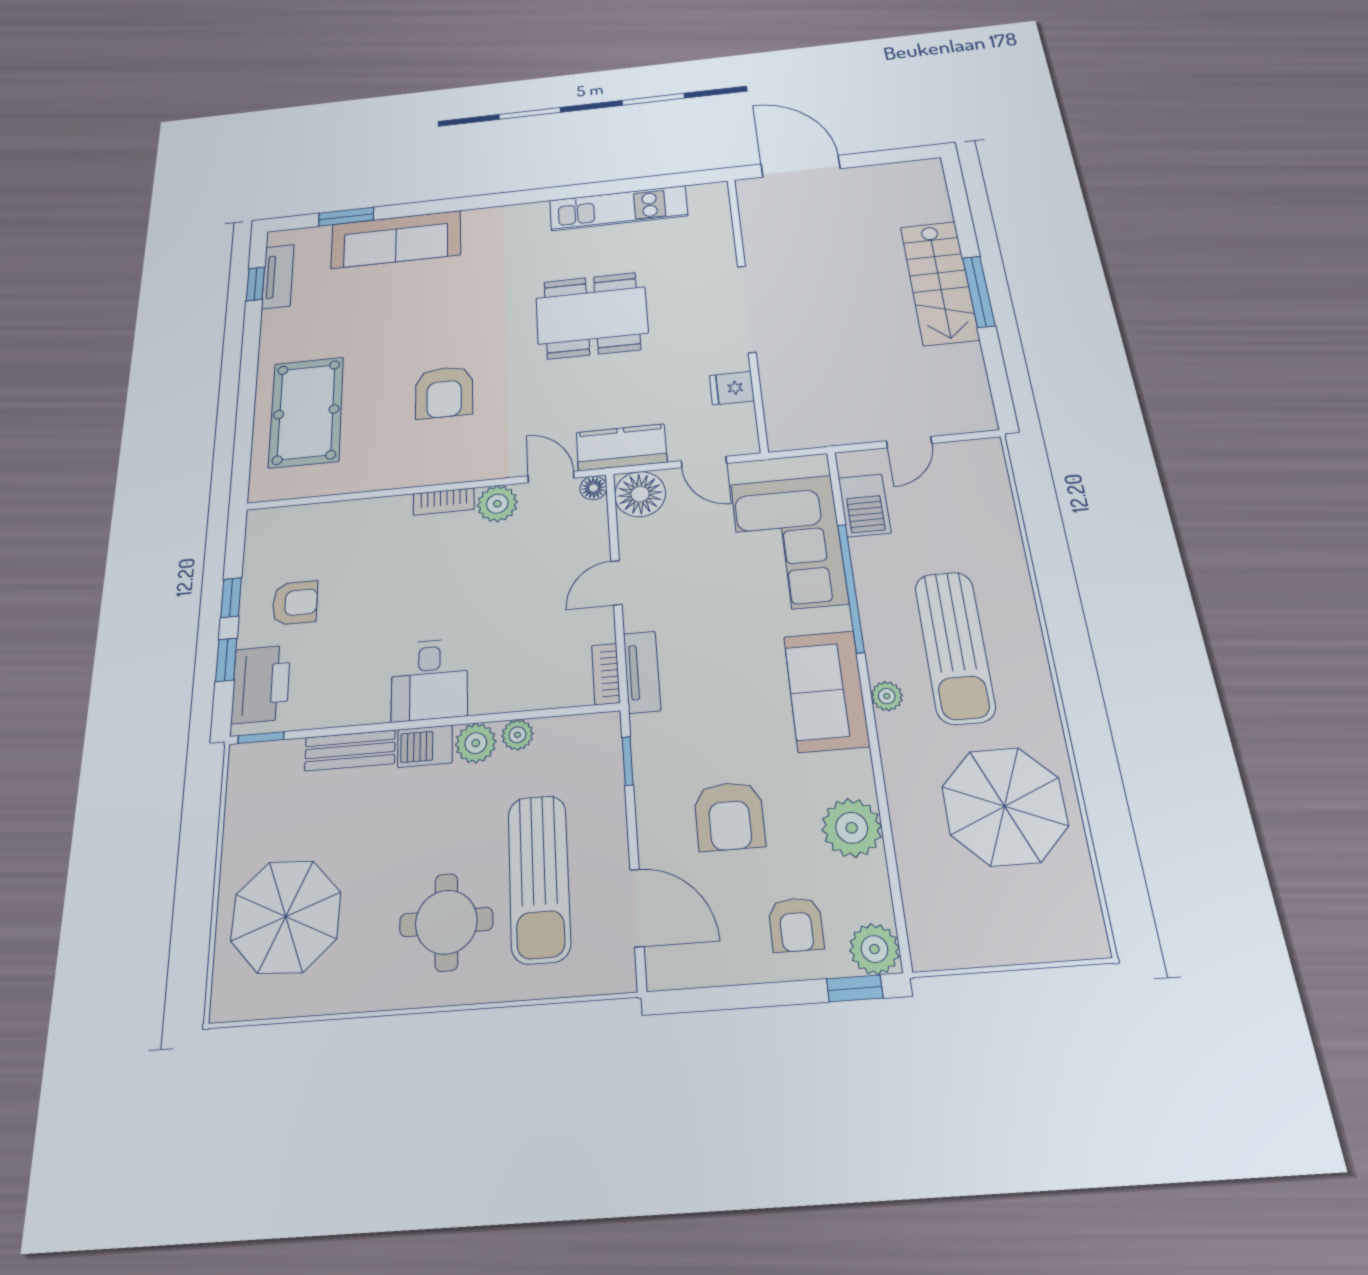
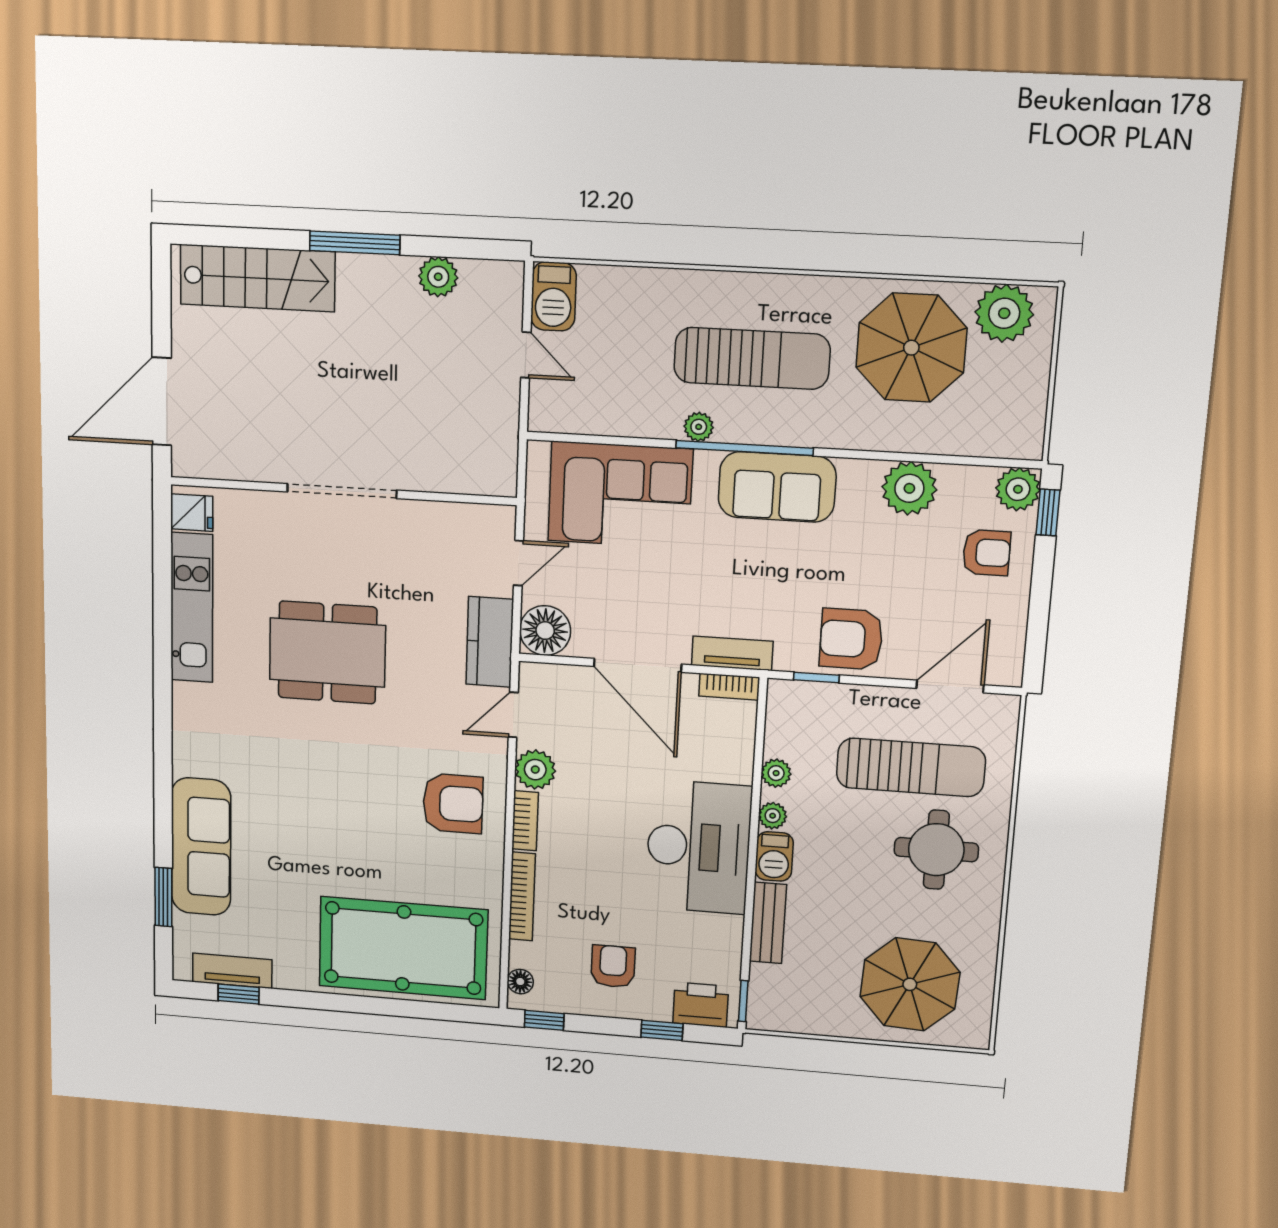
stairs: (939, 283) -> (257, 278), moved
dining table: (592, 315) -> (327, 653), turned 90
plant: (965, 361) -> (438, 277), added
fridge: (732, 388) -> (192, 513), moved, turned -90
armchair: (444, 392) -> (453, 803), moved
pool table: (306, 412) -> (403, 948), width x1.36, depth x1.32
floor lamp: (594, 488) -> (520, 982), moved
barbecue: (864, 505) -> (553, 296), moved, turned 90
bookcase: (365, 509) -> (522, 896), added
door: (616, 583) -> (638, 665), width x1.87
window: (851, 588) -> (745, 448), moved
window: (231, 598) -> (544, 1020), moved
desk: (429, 680) -> (698, 847), width x1.87, depth x1.30
printer: (261, 684) -> (701, 1005), width x0.73, depth x0.84
plant: (887, 696) -> (699, 427), moved
plant: (476, 743) -> (773, 816), width x0.73, depth x0.73
armchair: (729, 816) -> (851, 639), moved, turned 180
plant: (1067, 901) -> (1004, 313), added

